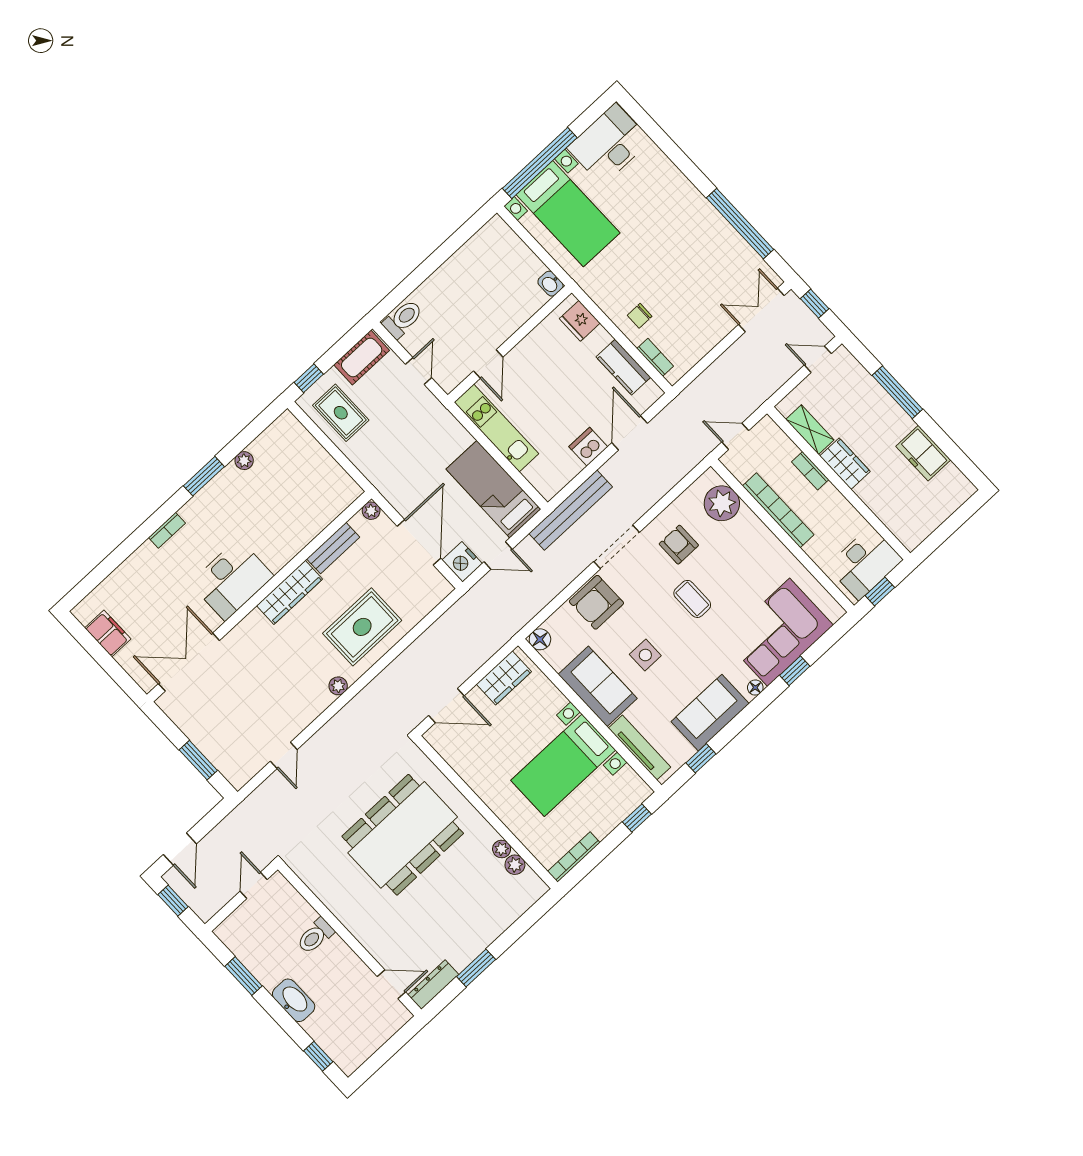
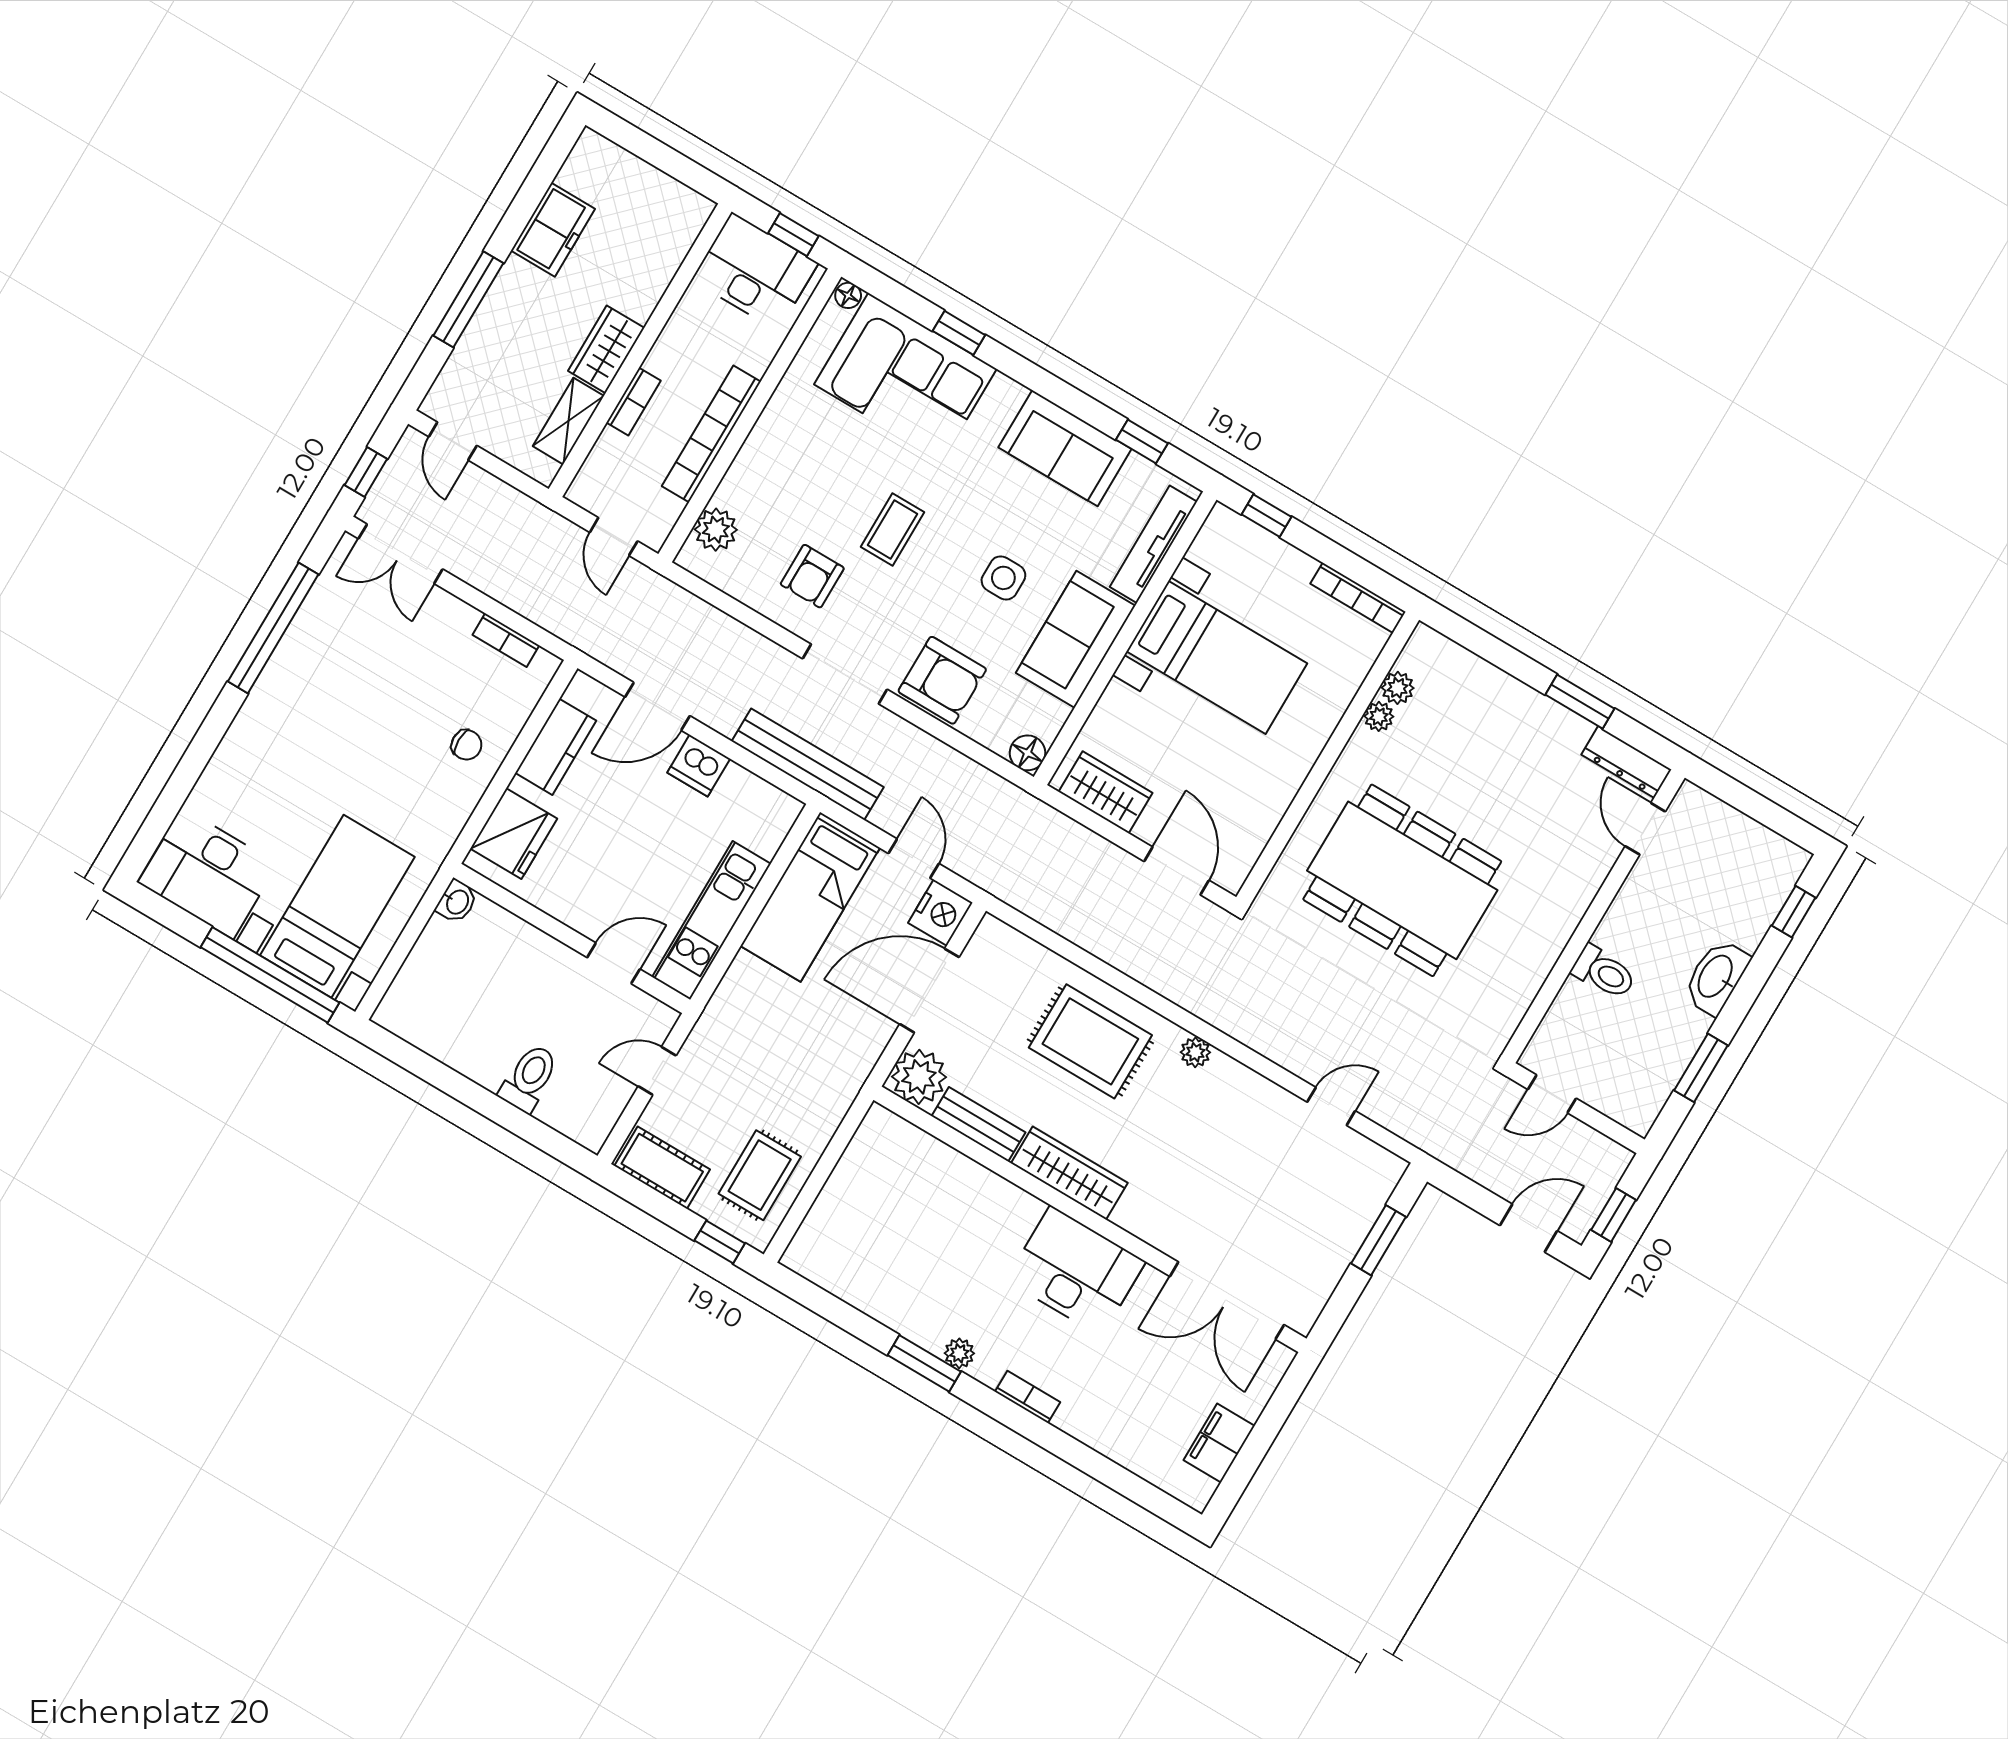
toilet: (403, 319) -> (529, 1078), moved, turned 90
fridge: (580, 321) -> (514, 834), width x1.36, depth x1.34
bookcase: (655, 357) -> (506, 640), moved, turned -90
plant: (244, 461) -> (959, 1353), moved
plant: (722, 503) -> (716, 530), width x0.73, depth x0.73
plant: (371, 511) -> (919, 1077), width x1.88, depth x1.88
floor lamp: (755, 688) -> (848, 295), moved

